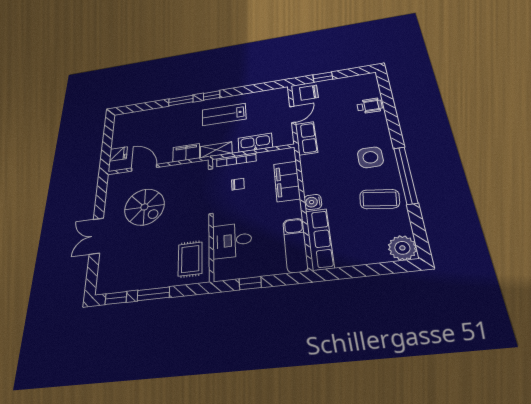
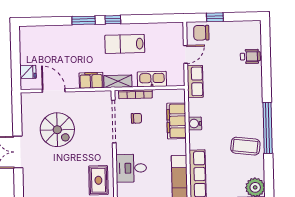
side table: (370, 157) -> (244, 108), removed
water cooler: (313, 202) -> (195, 124), moved

